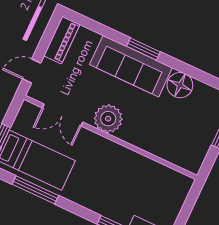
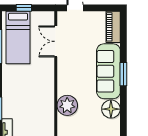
piano: (62, 40) -> (113, 27), moved, turned 90
plant: (108, 119) -> (67, 105), moved

